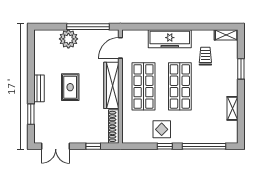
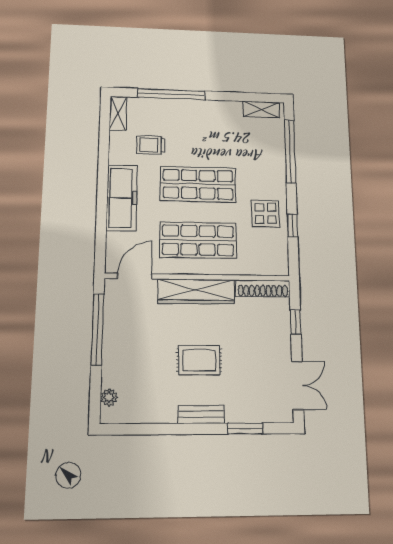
plant: (68, 39) -> (109, 397), moved, width x0.53, depth x0.53
door: (120, 48) -> (135, 276), swing flipped
window: (241, 69) -> (171, 94), width x2.11
shelving: (232, 108) -> (261, 109), moved
window: (165, 146) -> (292, 225), moved

